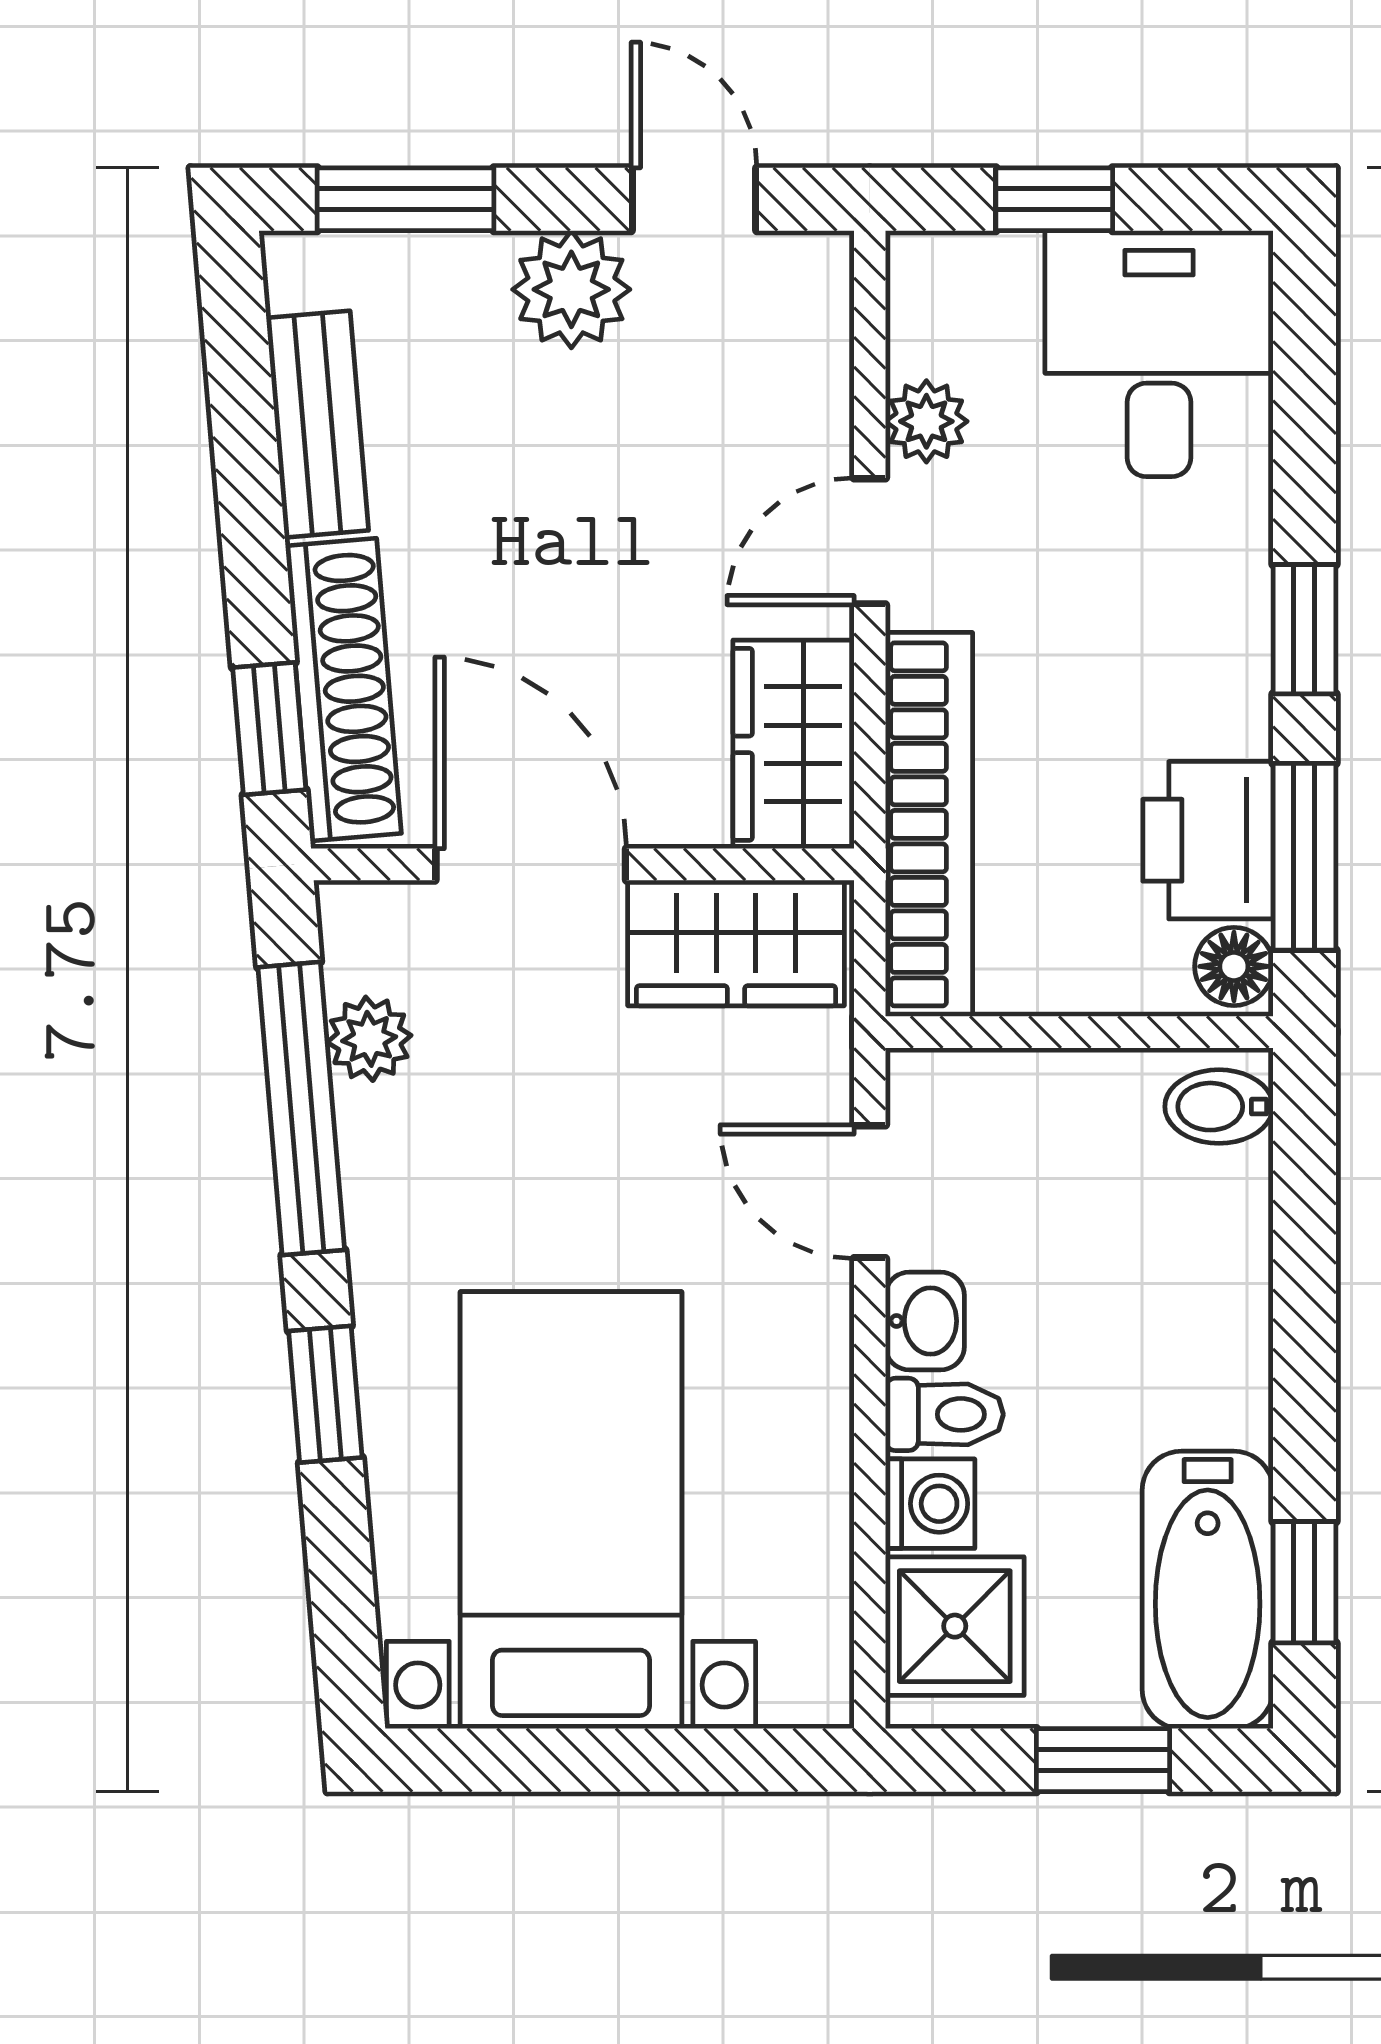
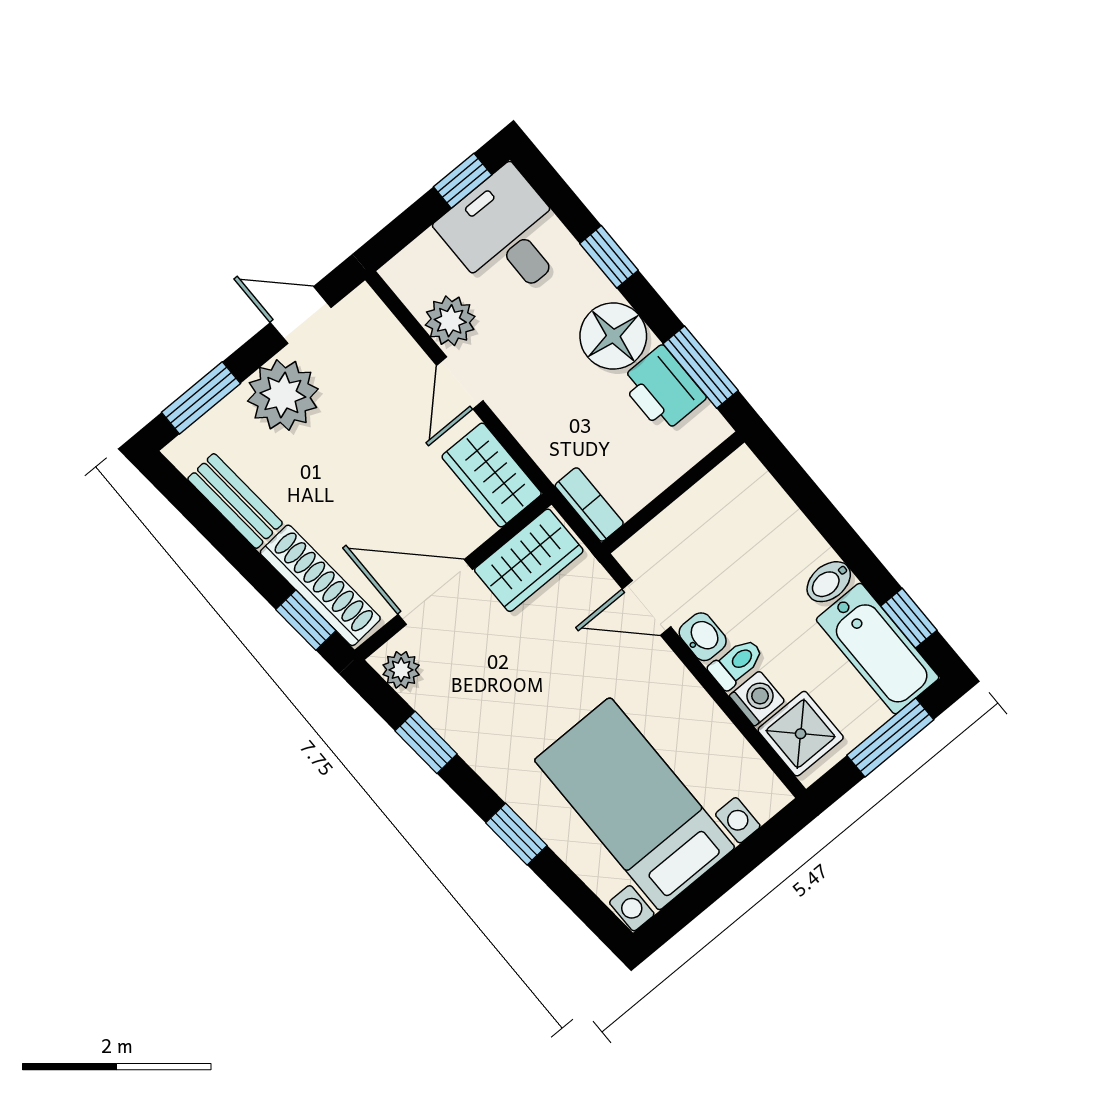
window: (1054, 199) -> (463, 181), moved
plant: (571, 289) -> (283, 395), width x1.36, depth x1.36
plant: (926, 421) -> (450, 321), width x1.38, depth x1.38
window: (1304, 629) -> (609, 257), moved
bookcase: (929, 824) -> (589, 504), width x0.43, depth x0.76
floor lamp: (1234, 966) -> (613, 336), moved, width x1.89, depth x1.89
plant: (369, 1039) -> (401, 670), moved
bidet: (1219, 1107) -> (829, 582), moved
window: (301, 1109) -> (426, 742), width x0.46
window: (1103, 1760) -> (890, 737), width x1.50

